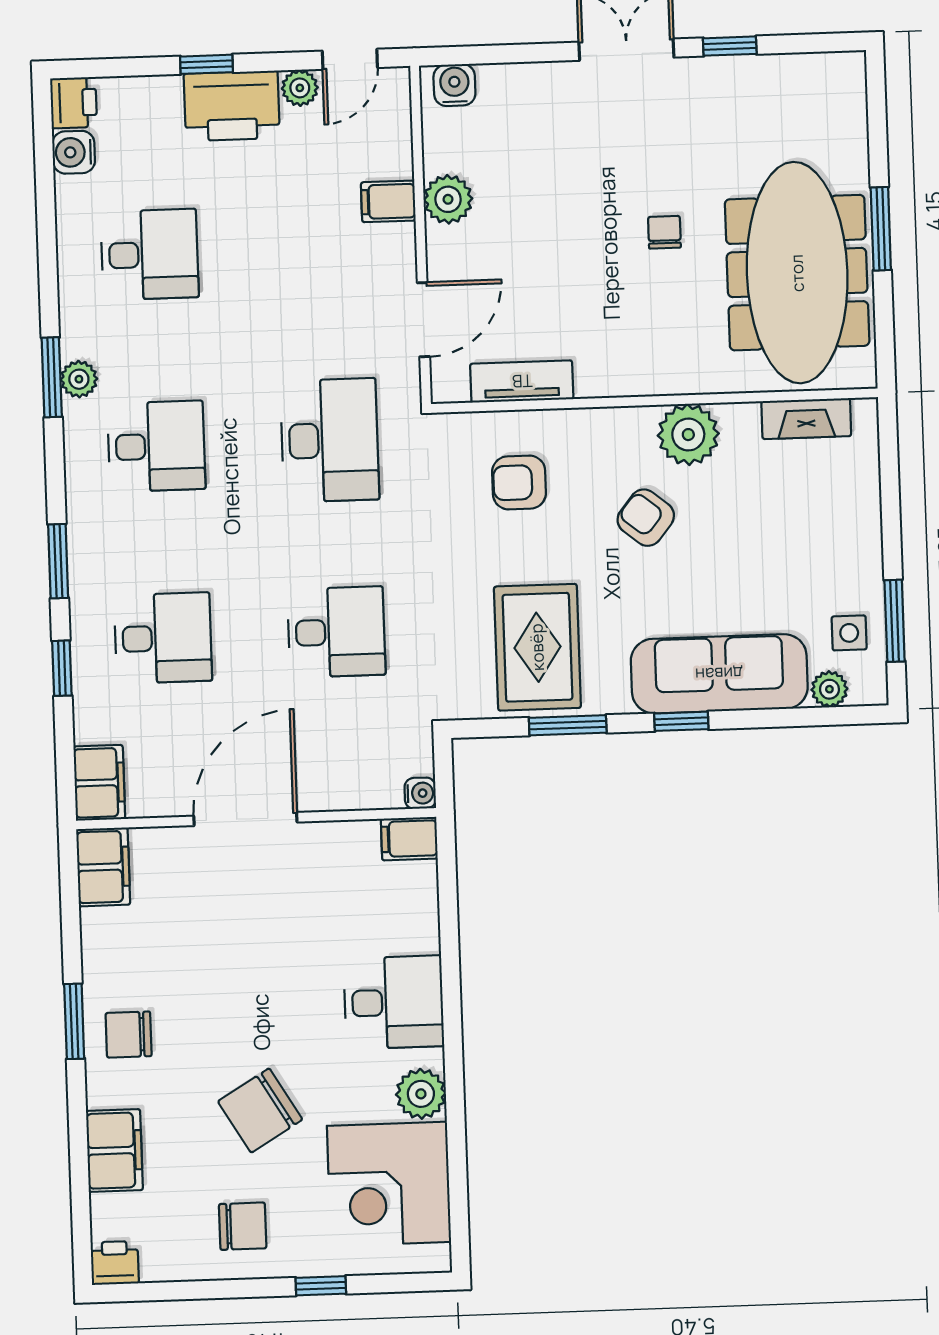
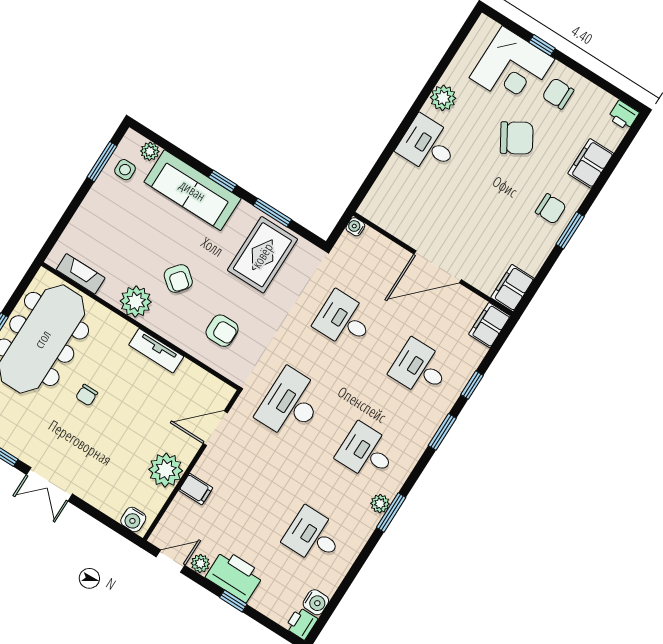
plant: (448, 199) -> (166, 470), width x1.36, depth x1.36
tv unit: (522, 381) -> (156, 351), moved
filing cabinet: (409, 839) -> (373, 210), removed
corner desk: (389, 1184) -> (512, 68), moved, turned 90

